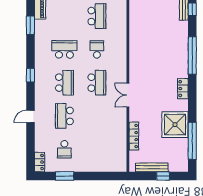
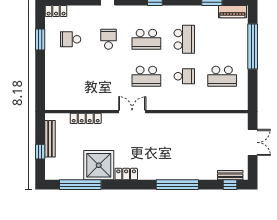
locker: (183, 89) -> (126, 174), moved
school desk: (64, 116) -> (108, 39), width x0.54

